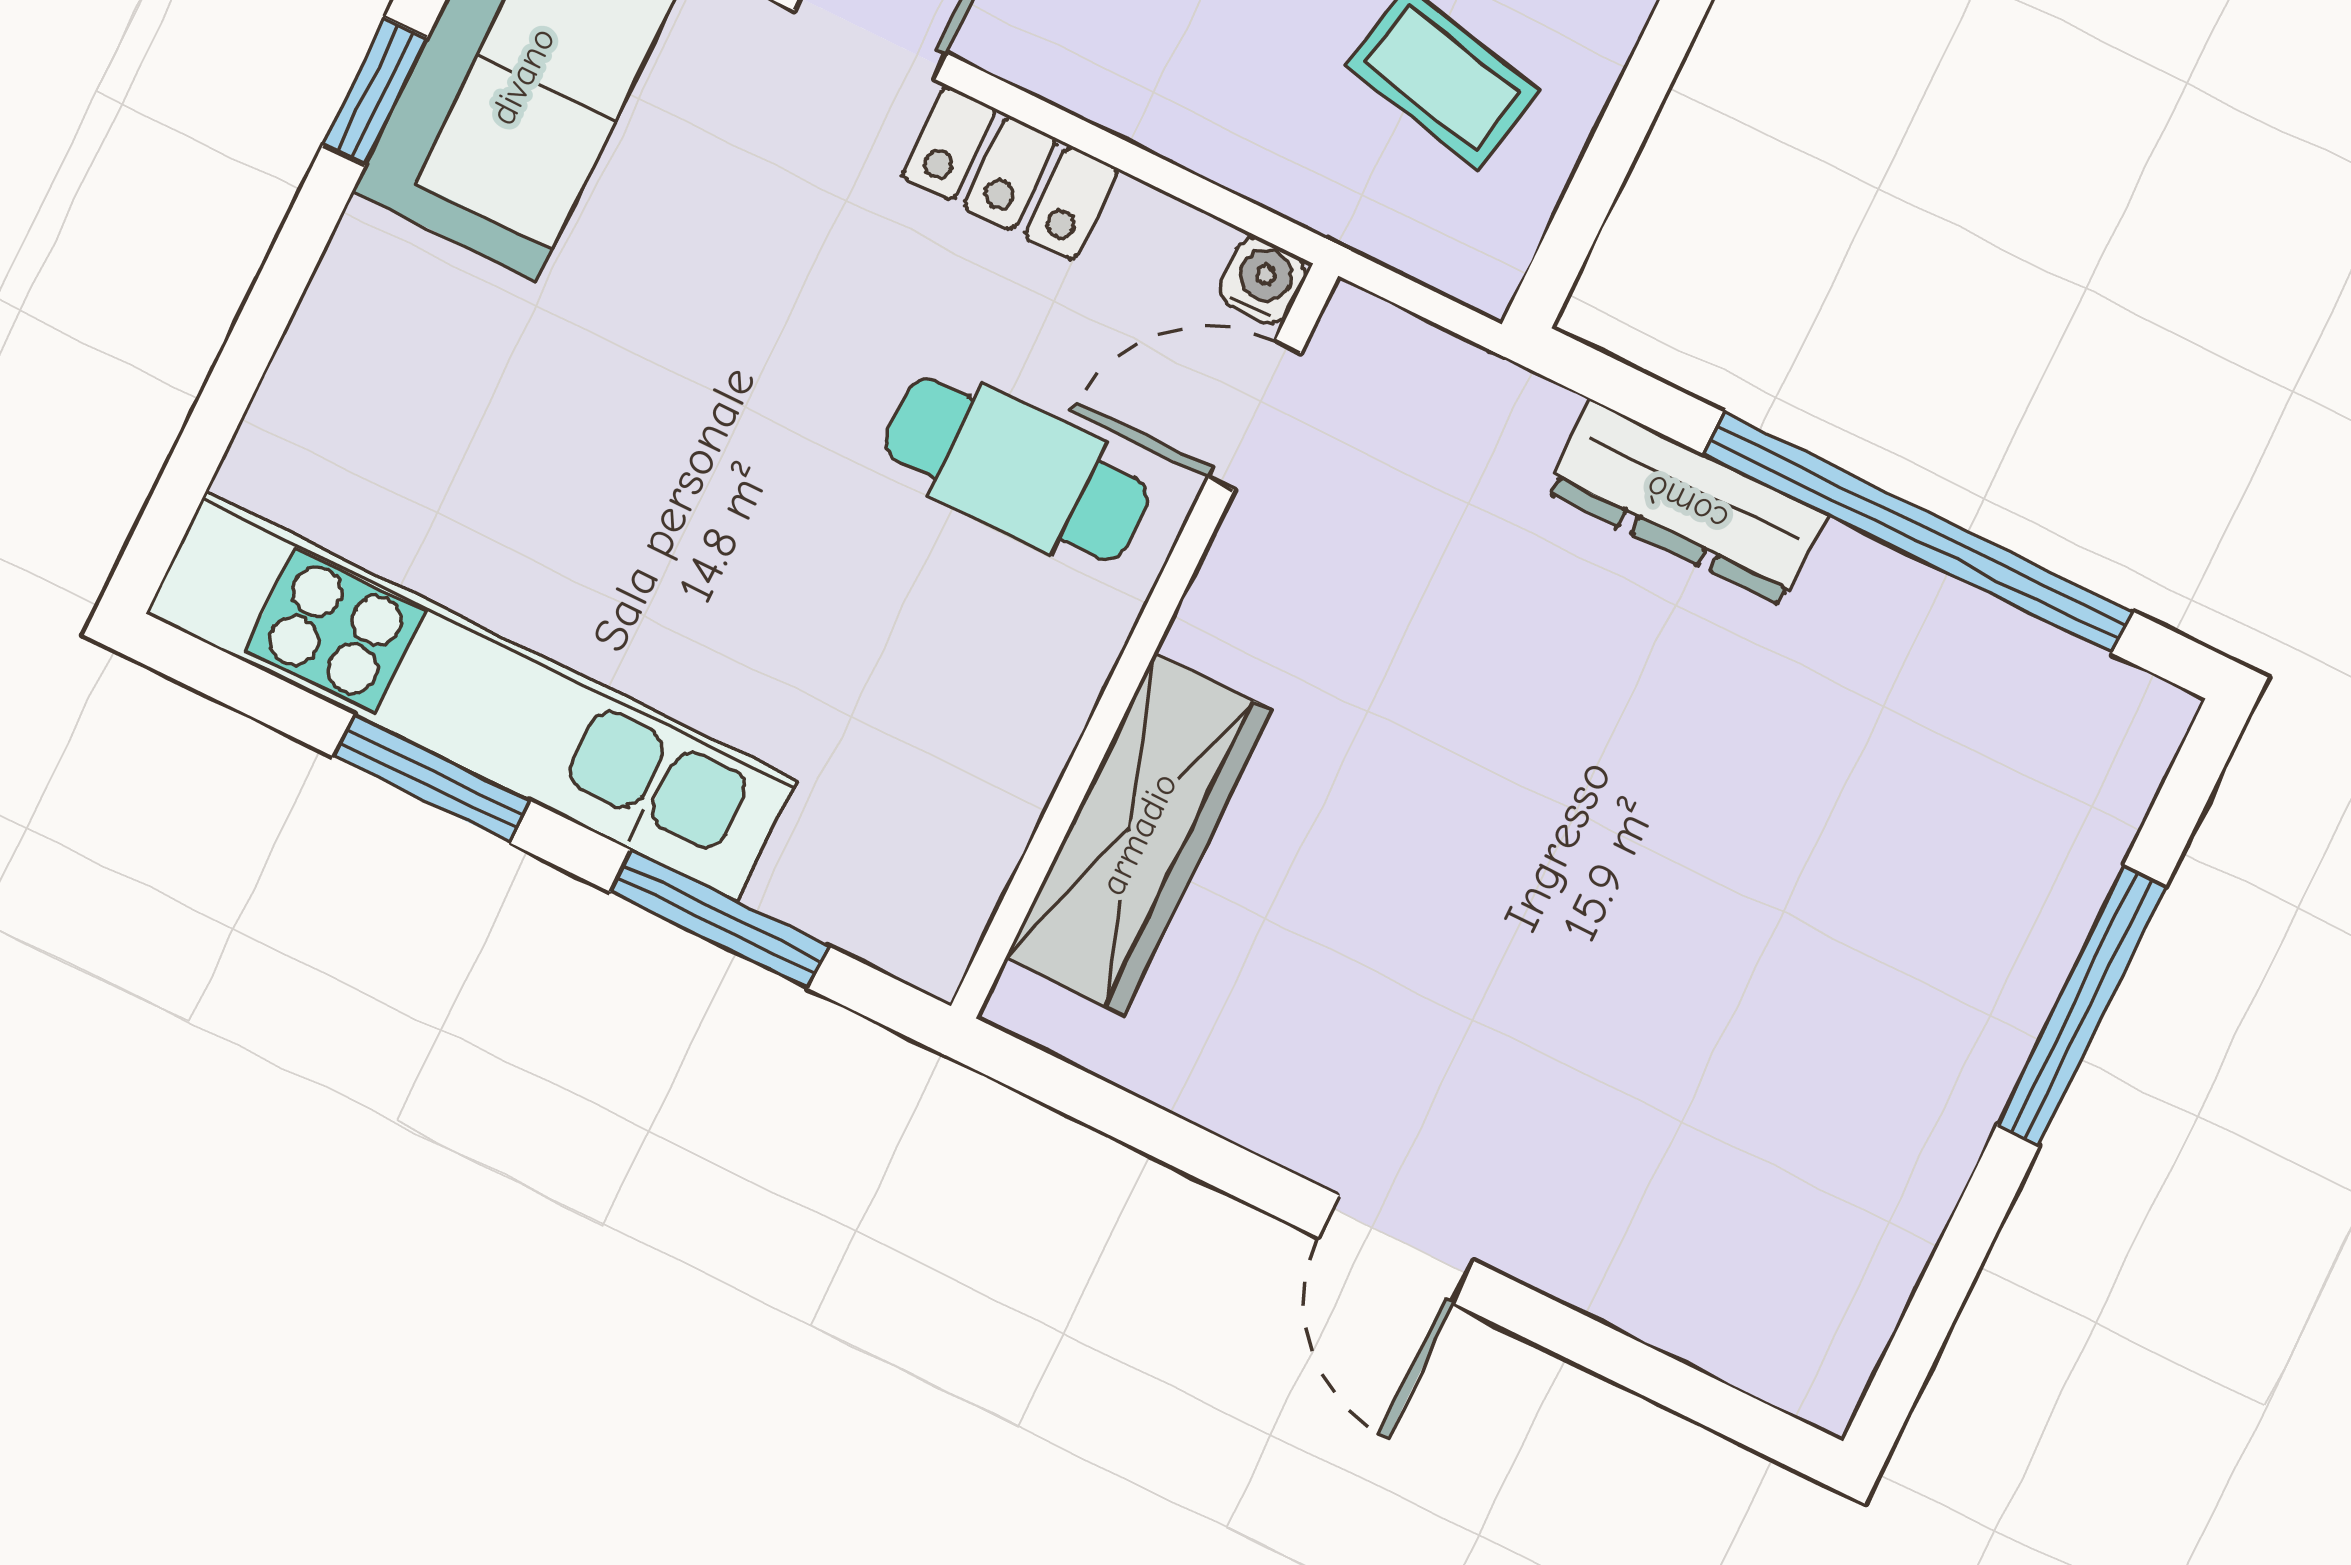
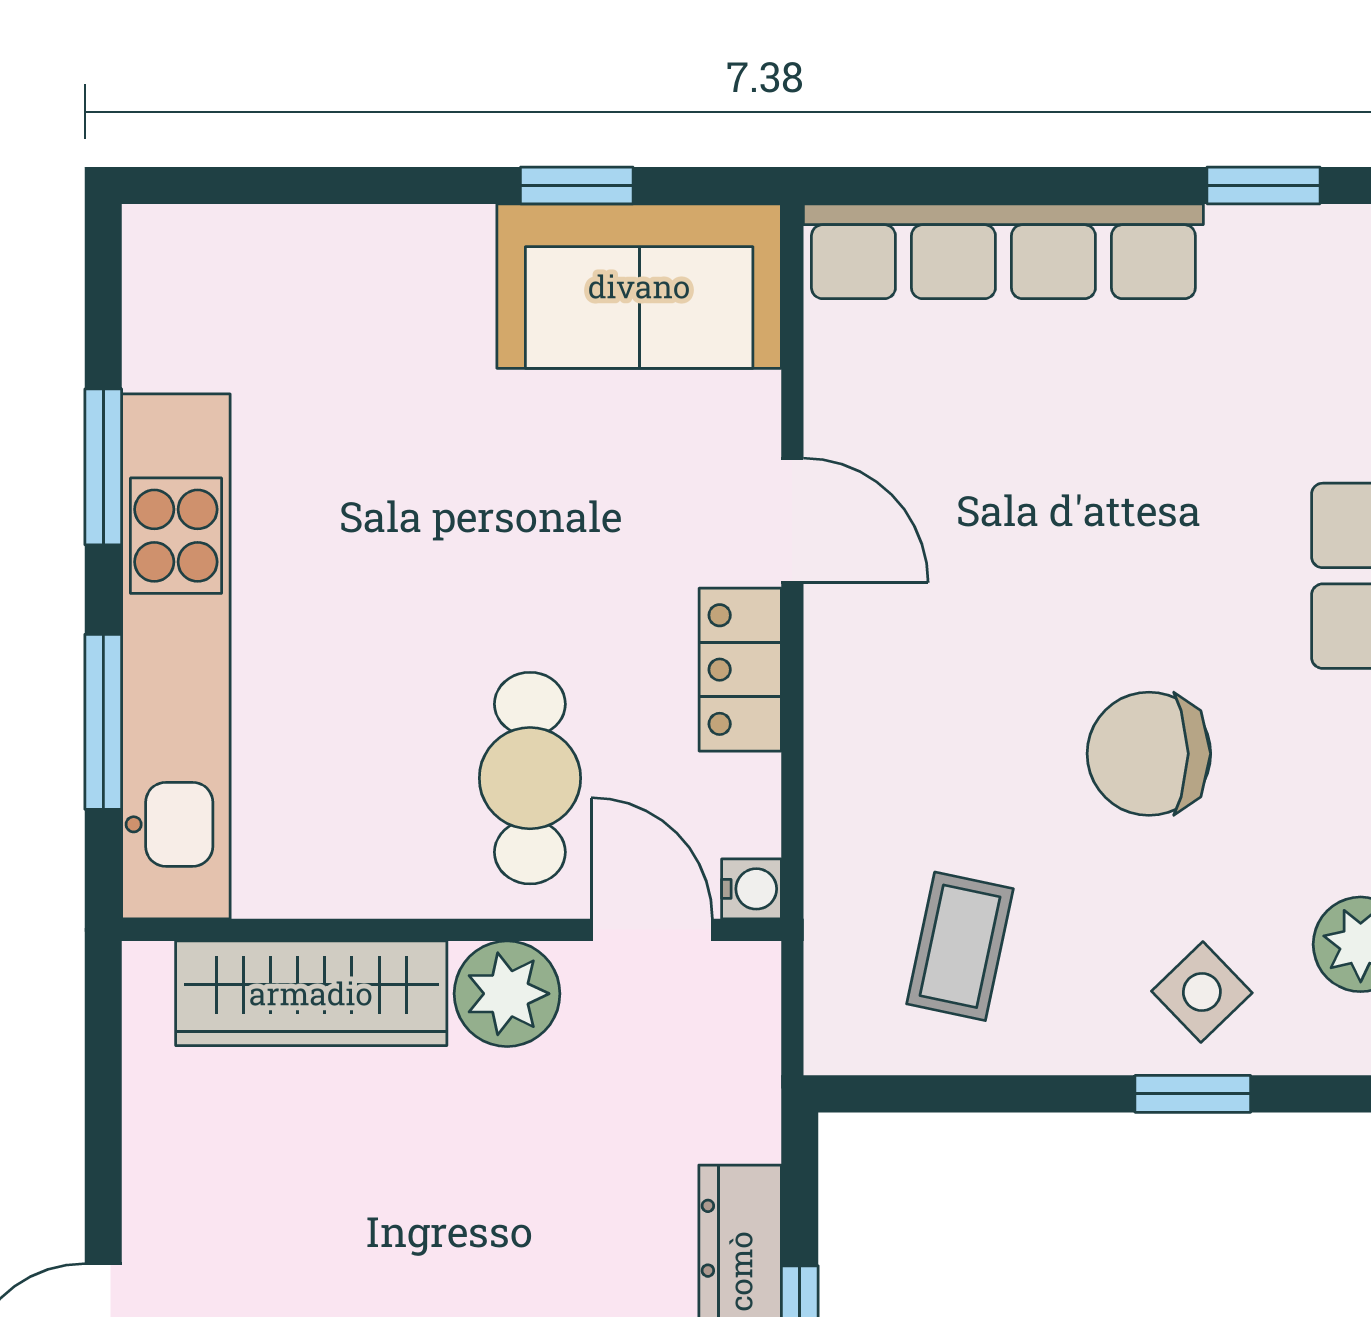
plant: (1247, 614) -> (507, 994), added
kitchen unit: (471, 697) -> (176, 656), moved

